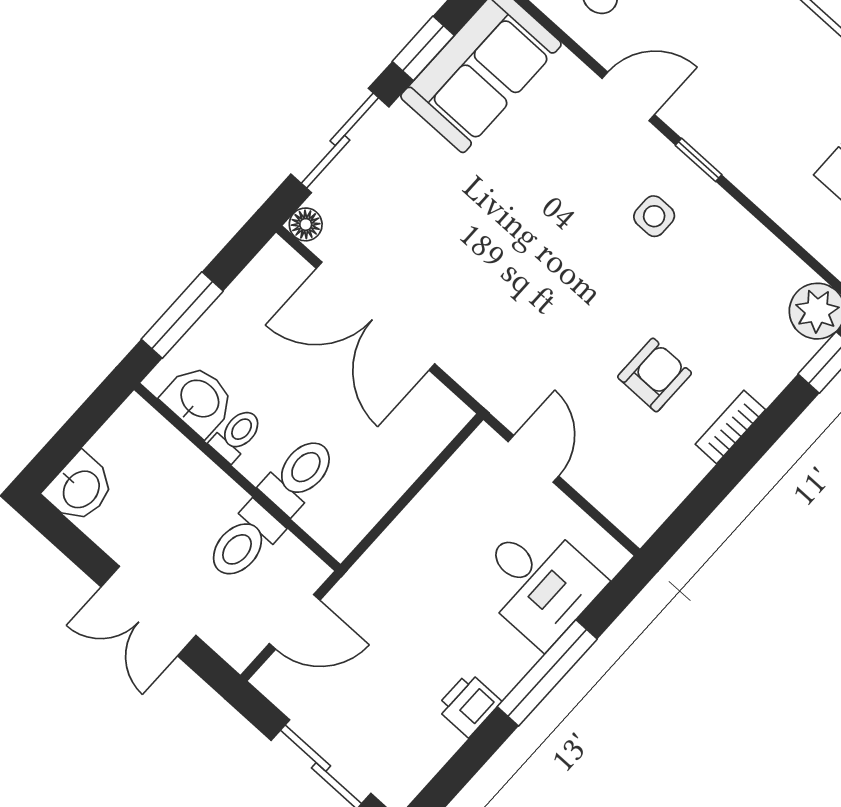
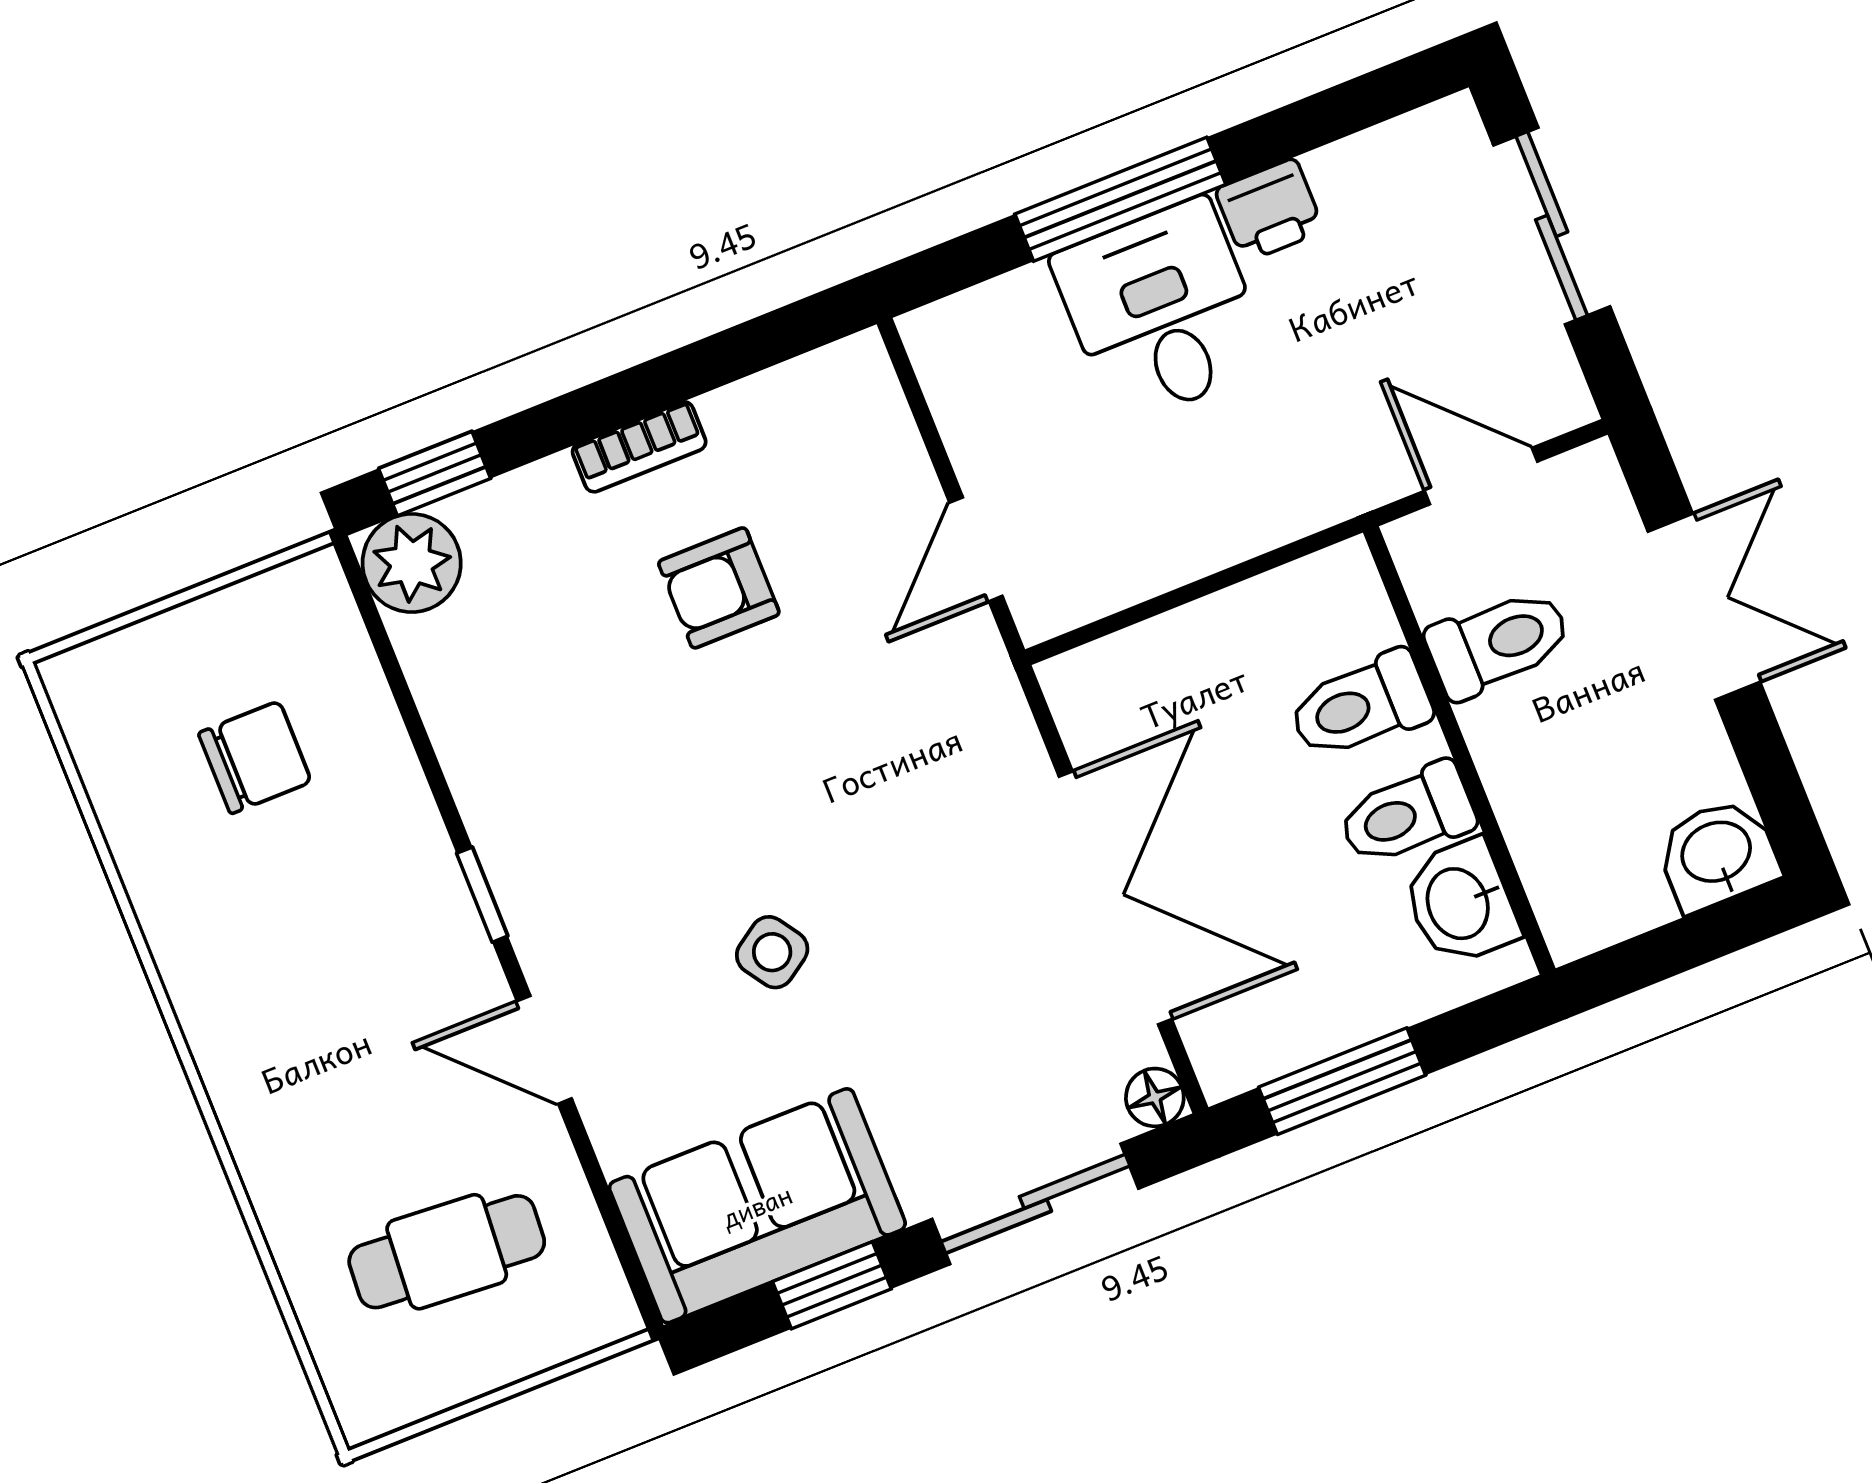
side table: (654, 216) -> (772, 952), moved, turned -34
window: (182, 315) -> (1342, 1081), moved
toilet: (237, 435) -> (1407, 815), width x1.37, depth x1.39
desk: (538, 582) -> (1162, 311), moved

